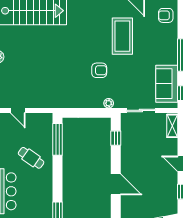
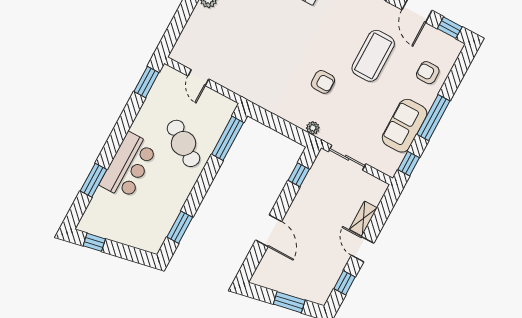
armchair: (166, 15) -> (428, 73), moved
sofa: (167, 84) -> (405, 126), moved
shelving: (172, 126) -> (363, 219), moved
cafe table: (31, 158) -> (183, 143), width x1.37, depth x1.35

